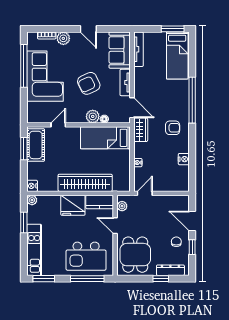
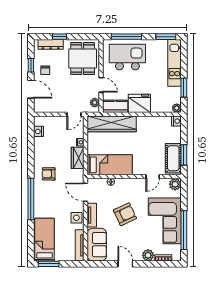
side table: (142, 80) -> (76, 218), added
plant: (93, 116) -> (175, 184), moved
wardrobe: (141, 130) -> (78, 158), moved
nightstand: (184, 159) -> (39, 131), moved
wardrobe: (85, 183) -> (112, 124), moved

